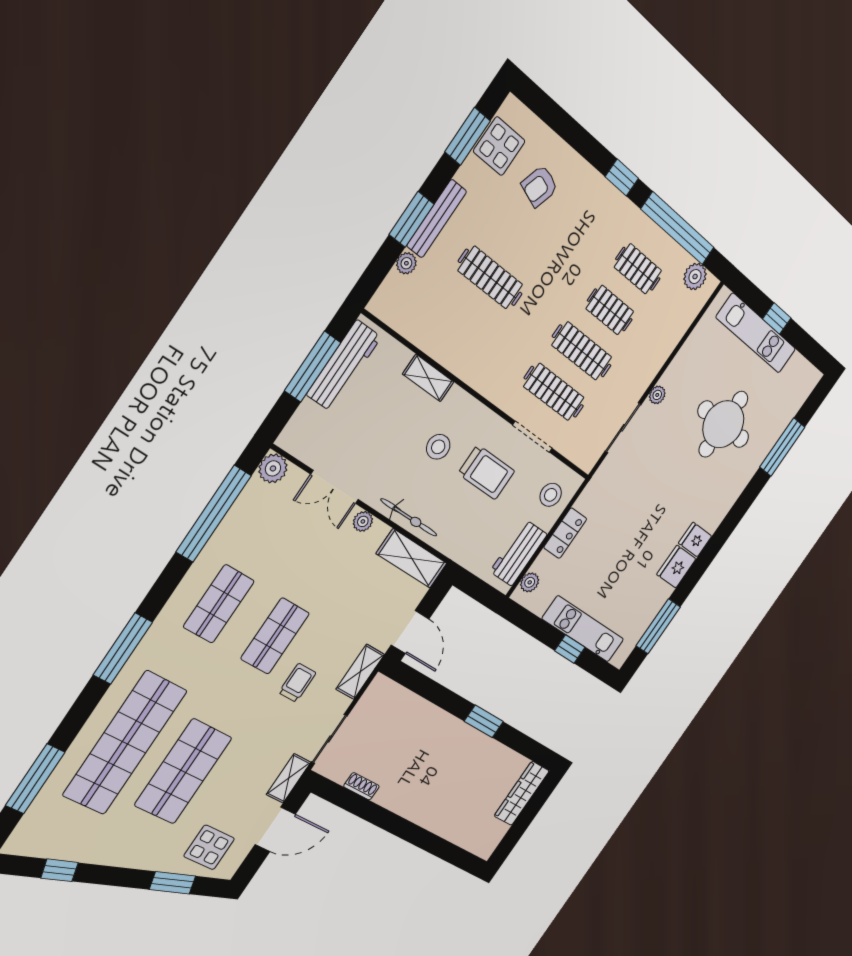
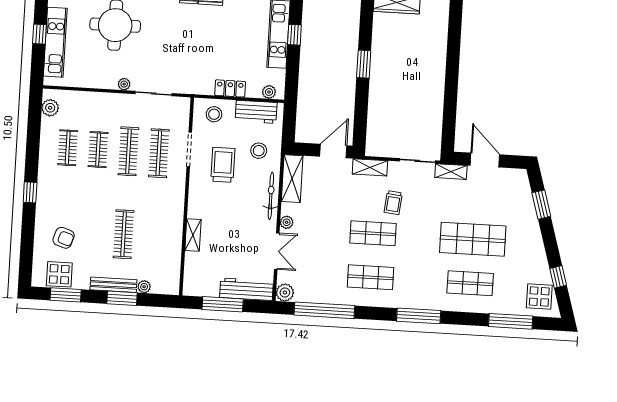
window: (678, 228) -> (33, 138), removed
workbench: (344, 366) -> (247, 289), moved
stool: (438, 447) -> (259, 151), moved
trolley: (297, 683) -> (393, 203), turned -84
shop shelf: (125, 743) -> (470, 283), width x0.50, depth x0.74
shoe rack: (361, 786) -> (437, 121), removed
display table: (209, 847) -> (539, 296), moved

